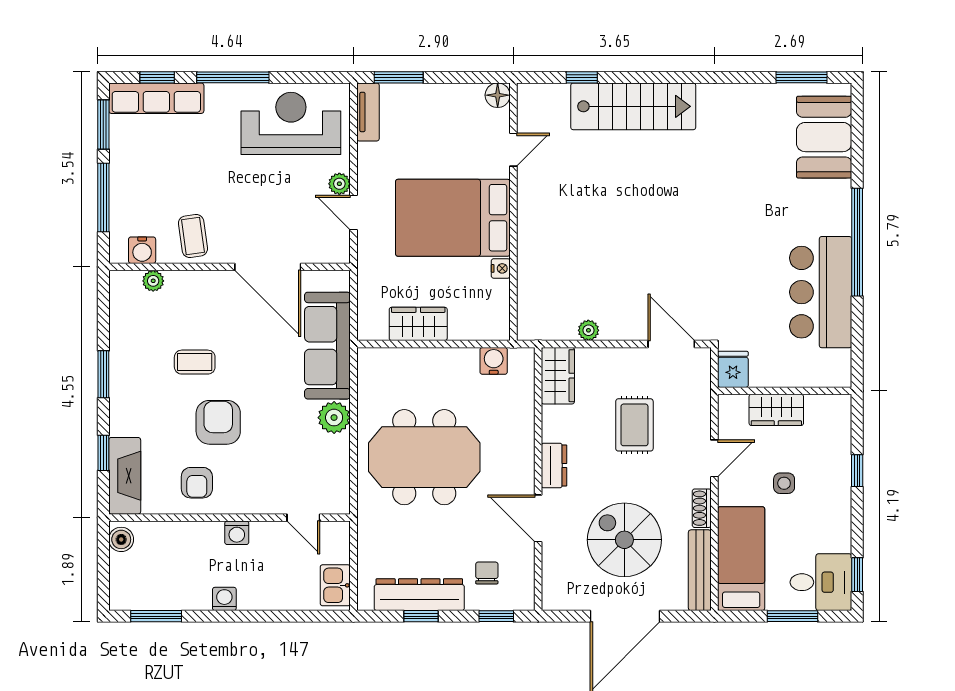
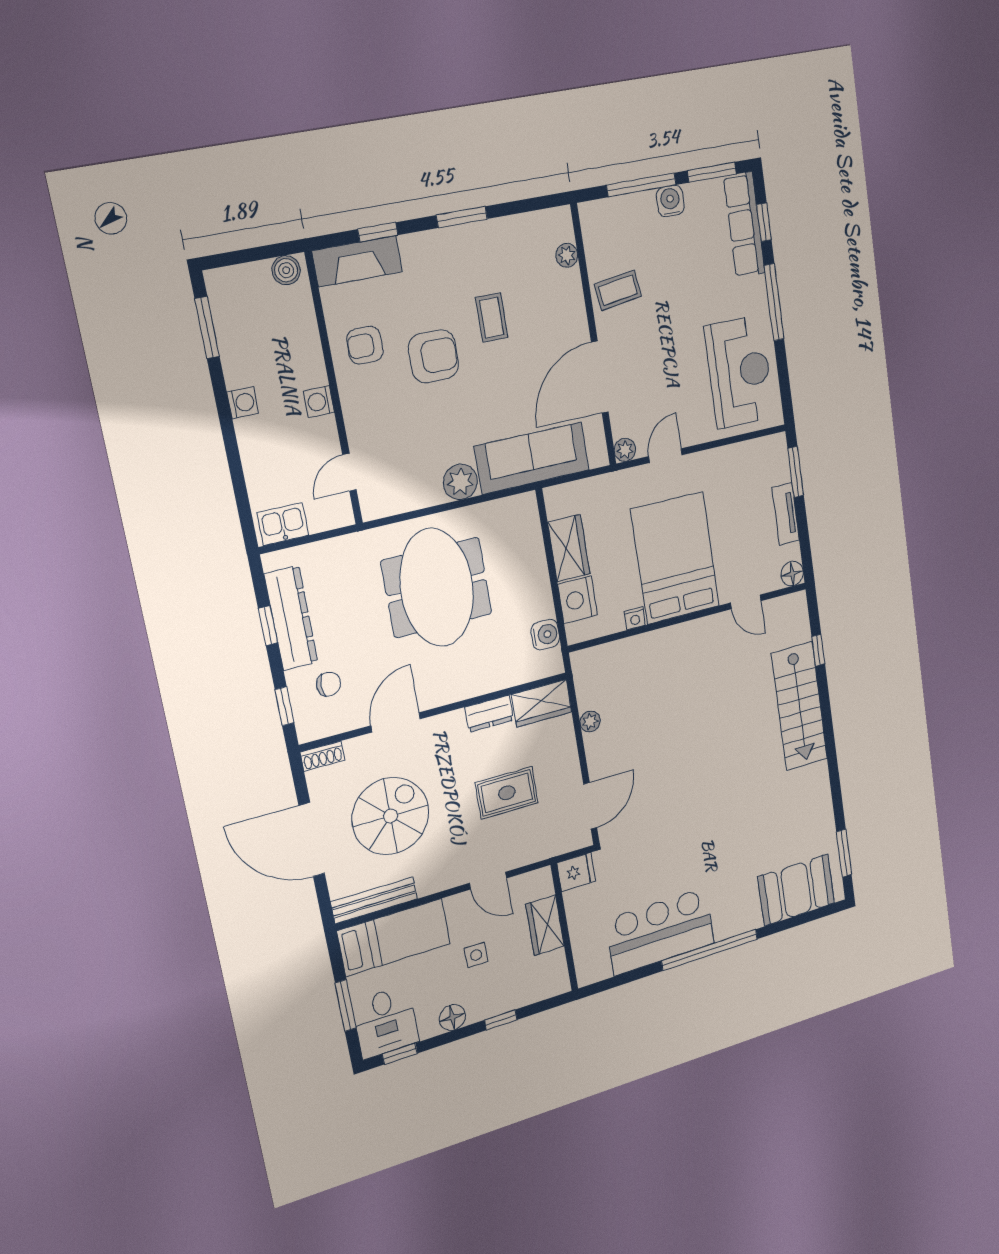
tv unit: (368, 112) -> (786, 514), moved, turned 90
plant: (339, 184) -> (625, 450), moved
water cooler: (142, 250) -> (670, 201), moved, turned 90
nightstand: (469, 323) -> (578, 600), added
dresser: (554, 466) -> (489, 714), moved
shoe rack: (702, 508) -> (322, 756), moved, turned 180
floor lamp: (839, 518) -> (452, 1018), added

